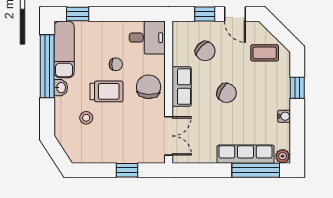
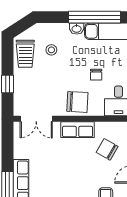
chair: (205, 51) -> (107, 149), turned 76
trolley: (106, 91) -> (25, 54), moved
chair: (227, 93) -> (72, 167), removed

